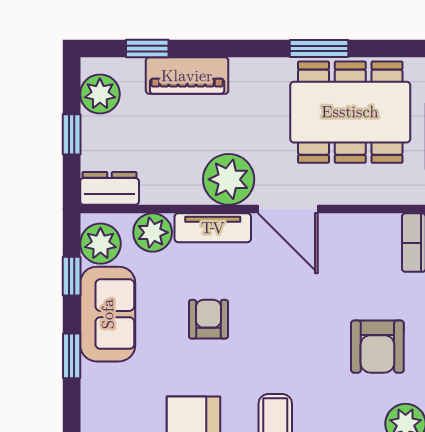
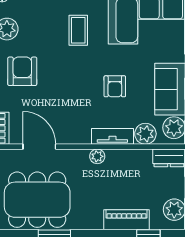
plant: (229, 179) -> (97, 156), width x0.53, depth x0.53
door: (288, 209) -> (39, 147), moved

